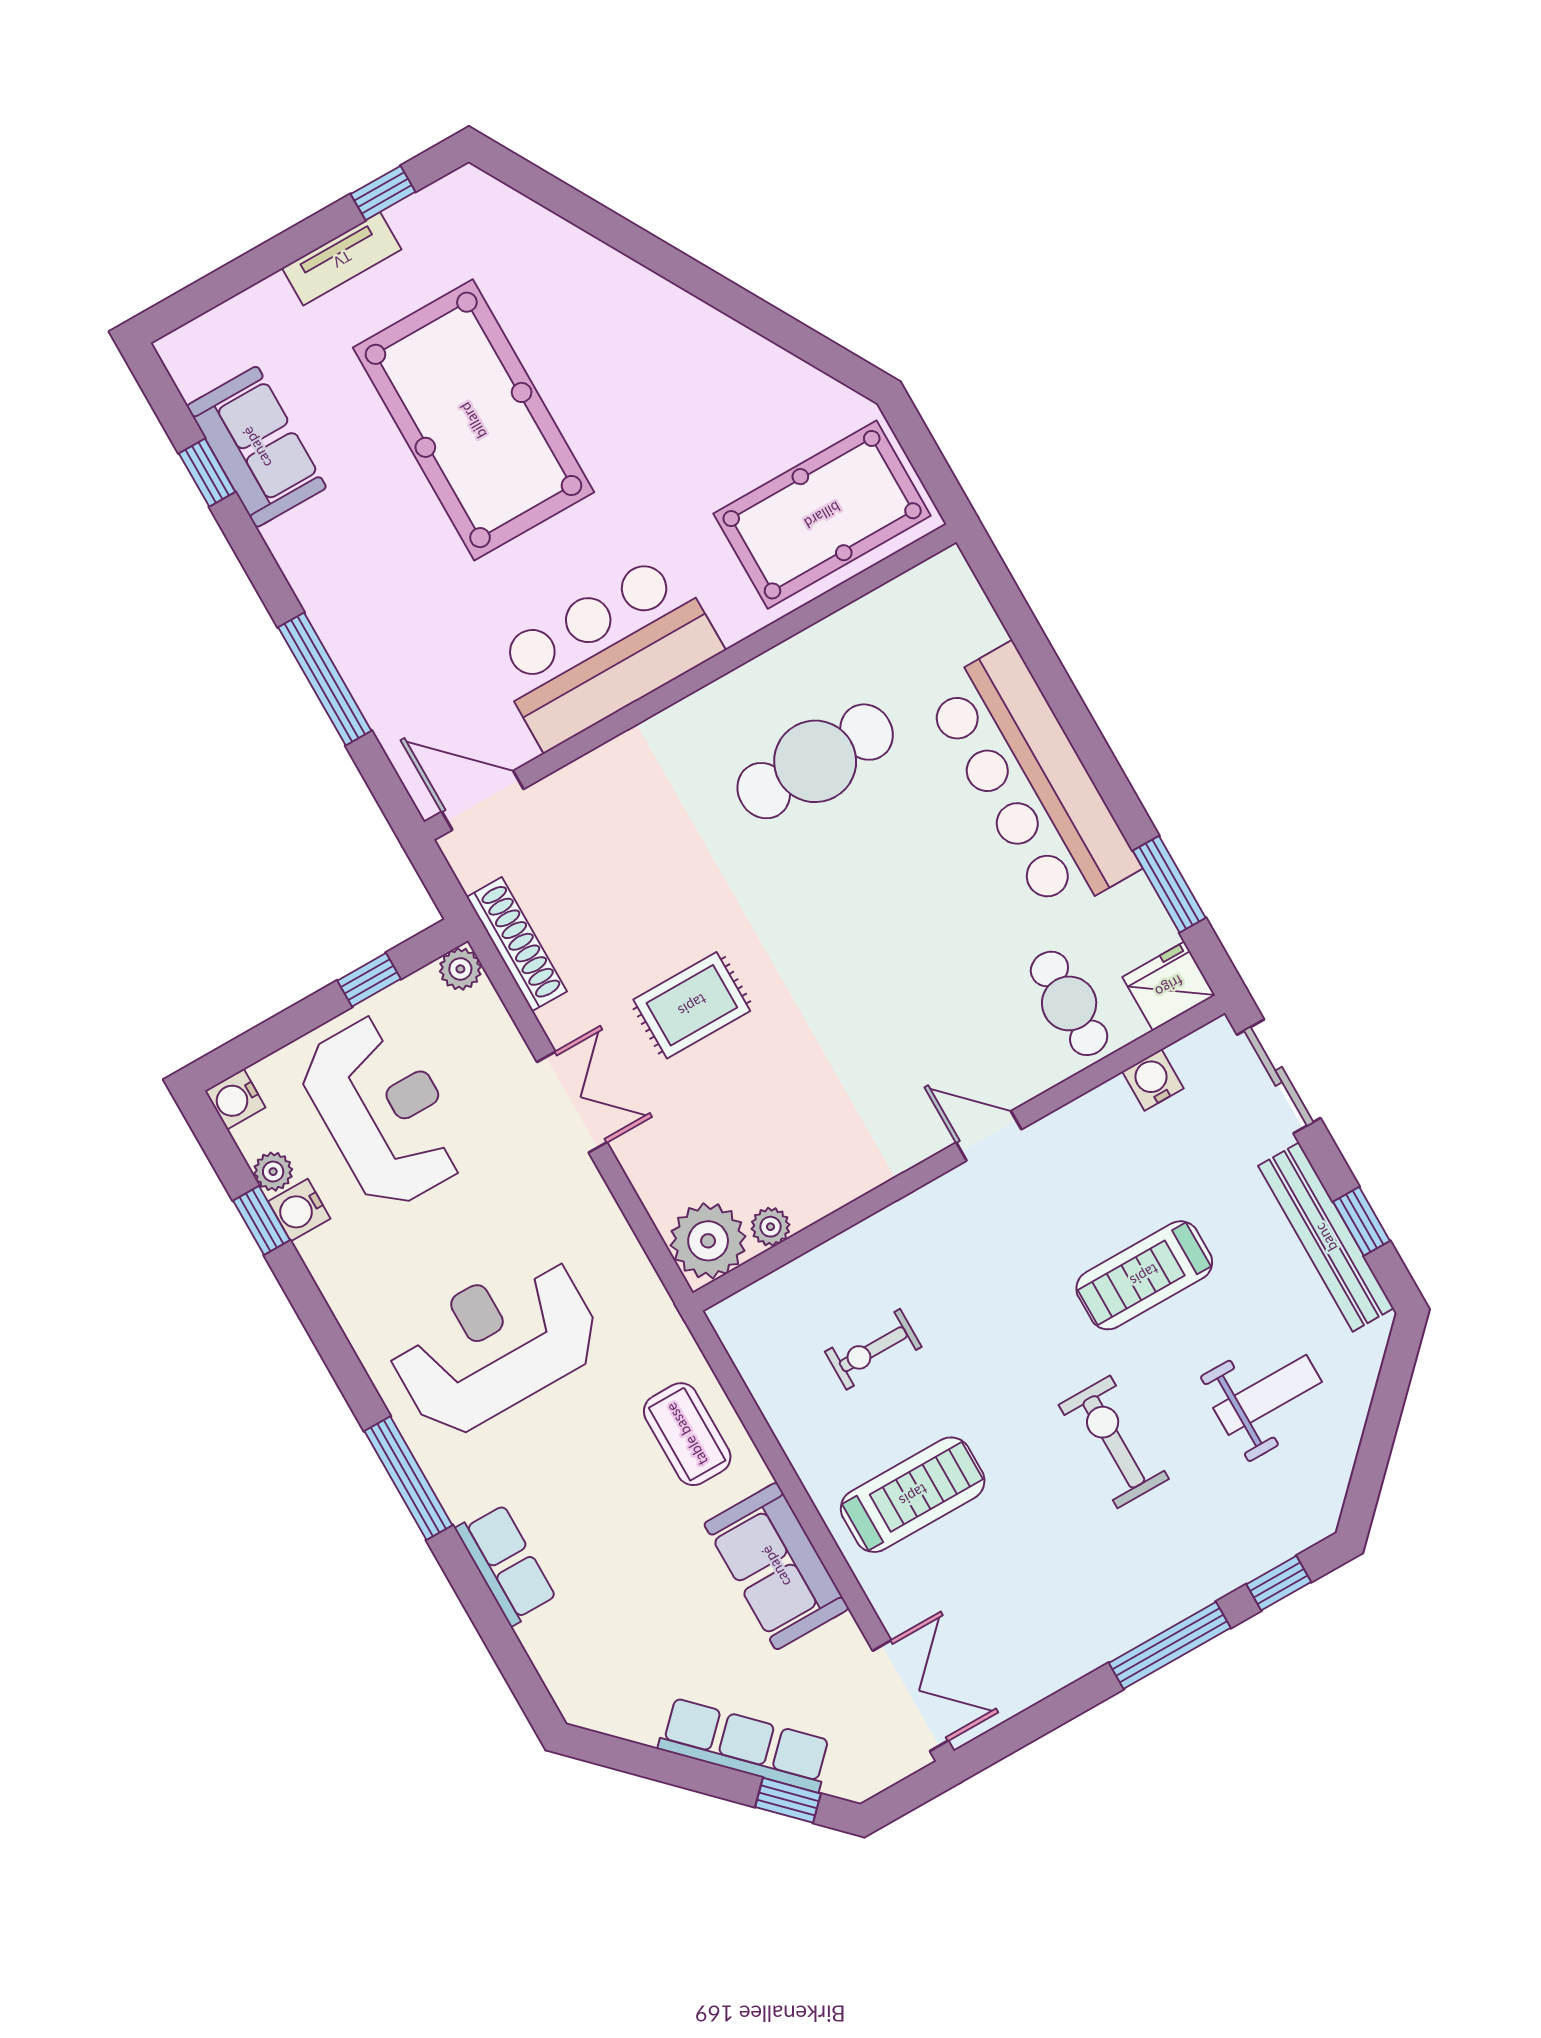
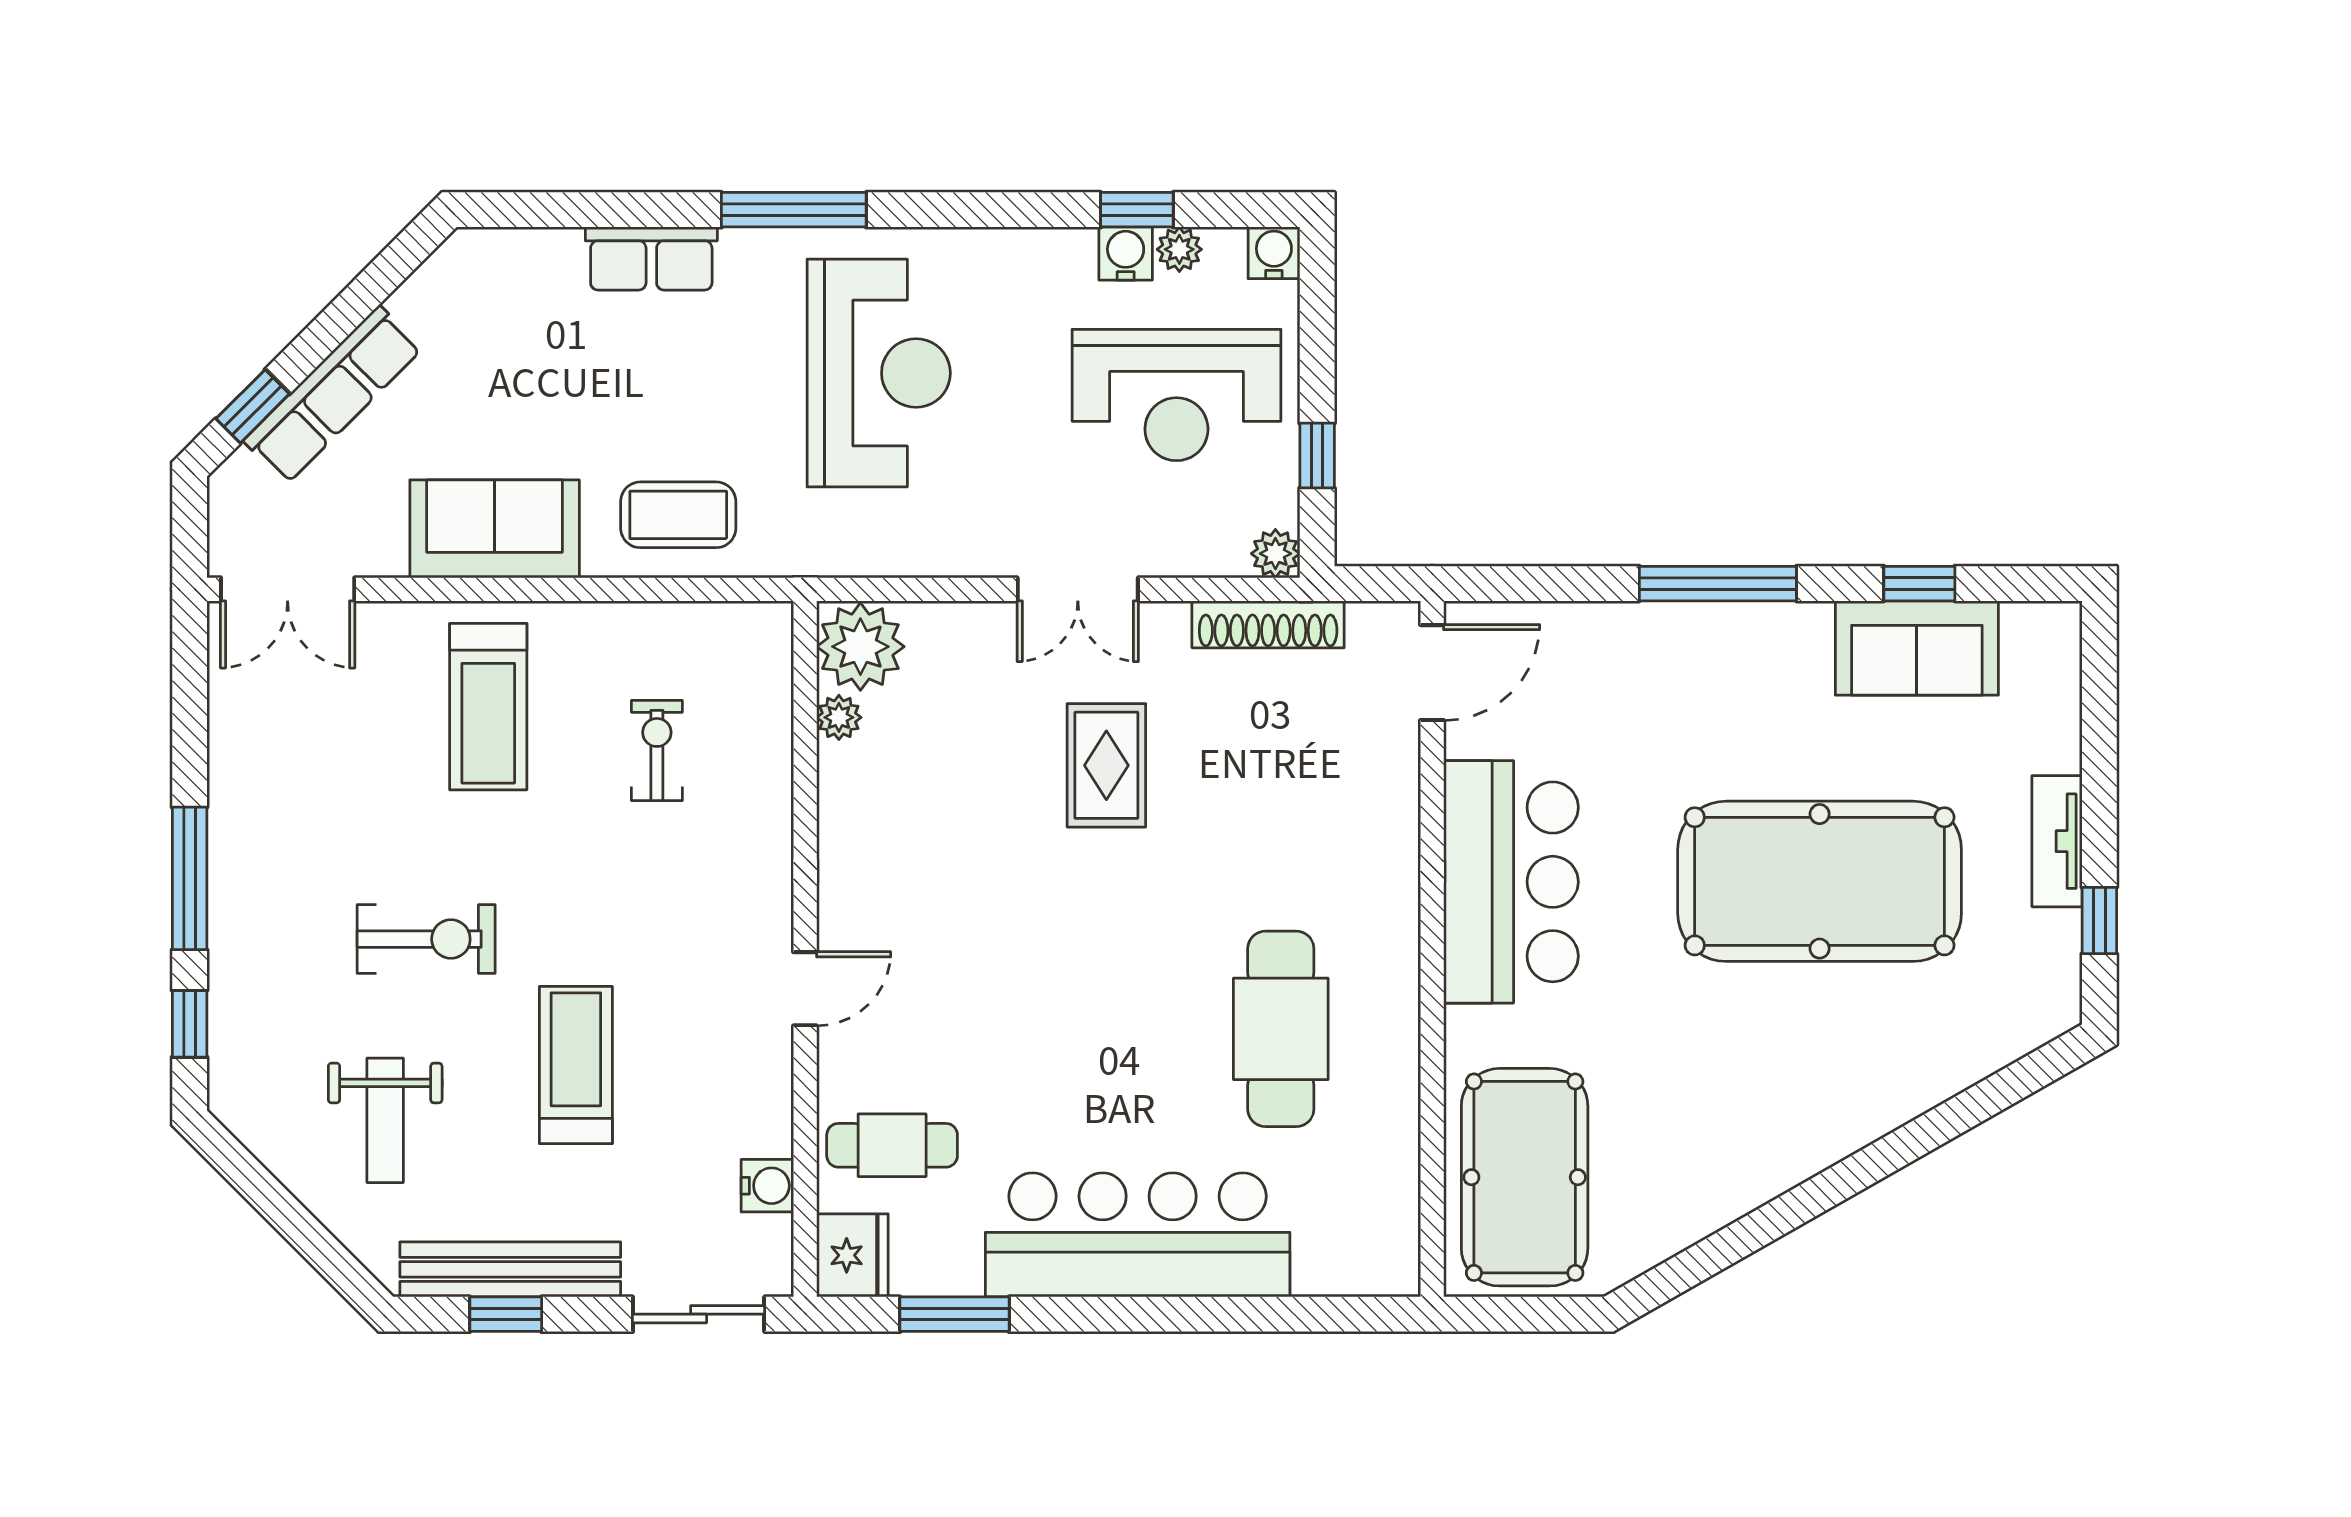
window: (325, 679) -> (1718, 584), moved

